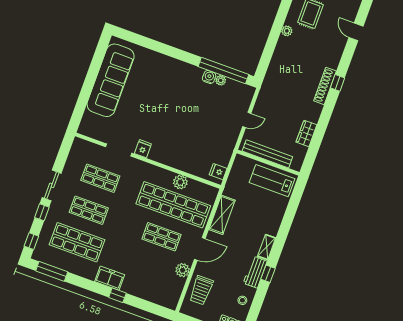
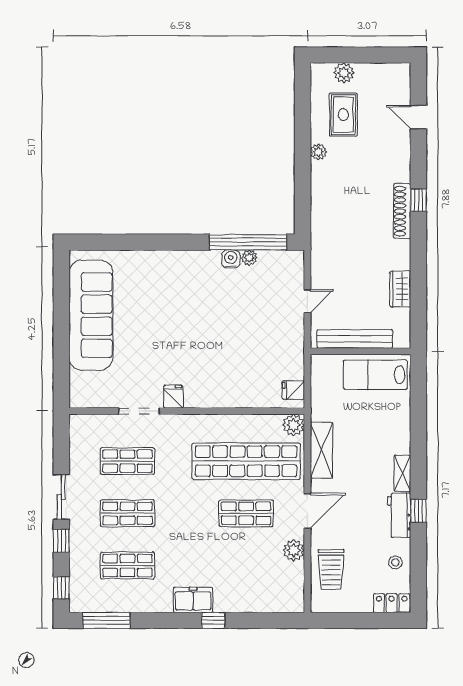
plant: (180, 182) -> (293, 425), moved
shop shelf: (77, 242) -> (127, 565), width x0.70, depth x0.74

